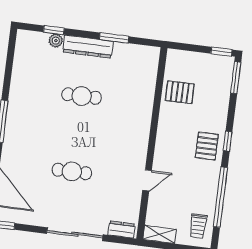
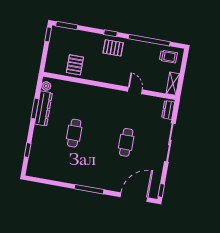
plant: (56, 41) -> (46, 86), moved
dresser: (88, 47) -> (43, 109), moved

